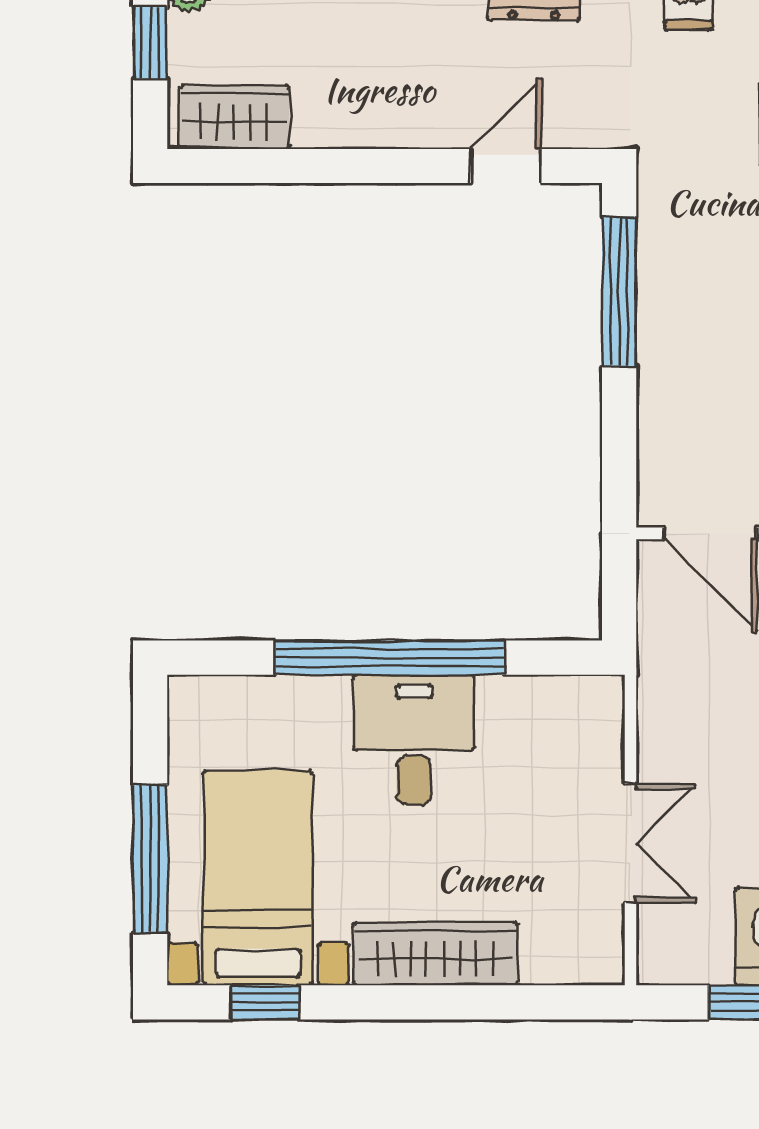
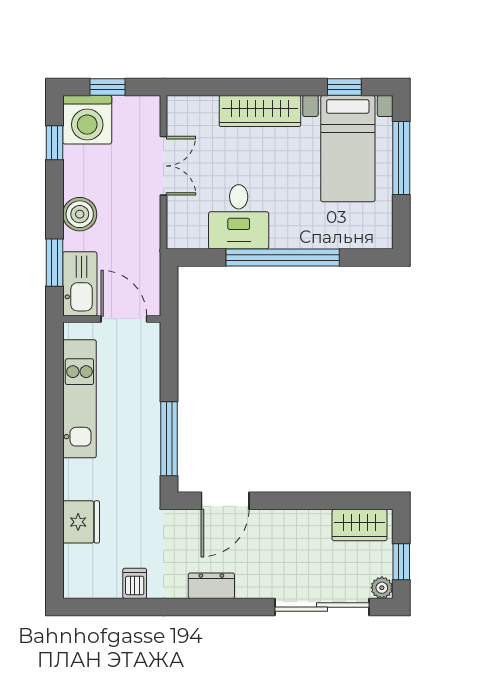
door: (506, 166) -> (225, 501), width x1.38
desk: (414, 740) -> (239, 217), moved
double door: (630, 843) -> (163, 166), swing flipped

